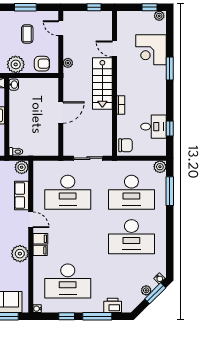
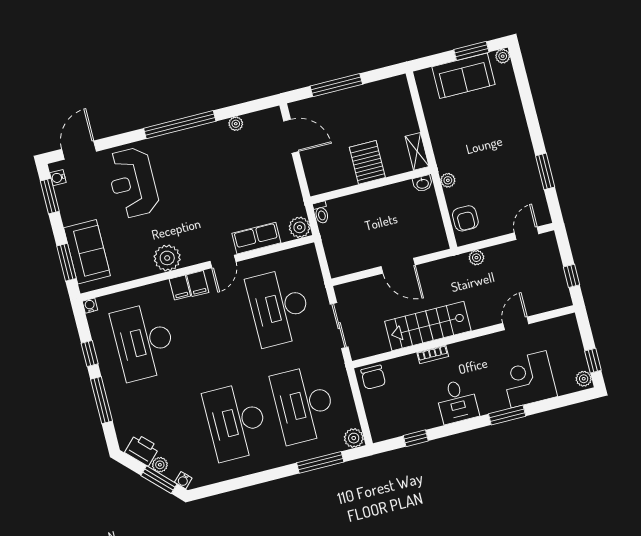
coffee table: (27, 34) -> (505, 184), removed
plant: (16, 64) -> (448, 180), width x0.53, depth x0.53
stairs: (102, 83) -> (428, 326), moved
desk: (153, 127) -> (457, 401), moved
printer: (113, 305) -> (142, 450), moved, turned -45

